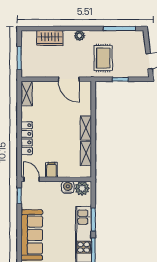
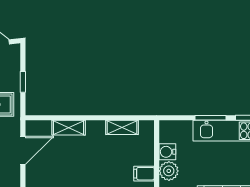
shelving: (86, 128) -> (69, 128), moved
plant: (82, 188) -> (169, 171), moved

